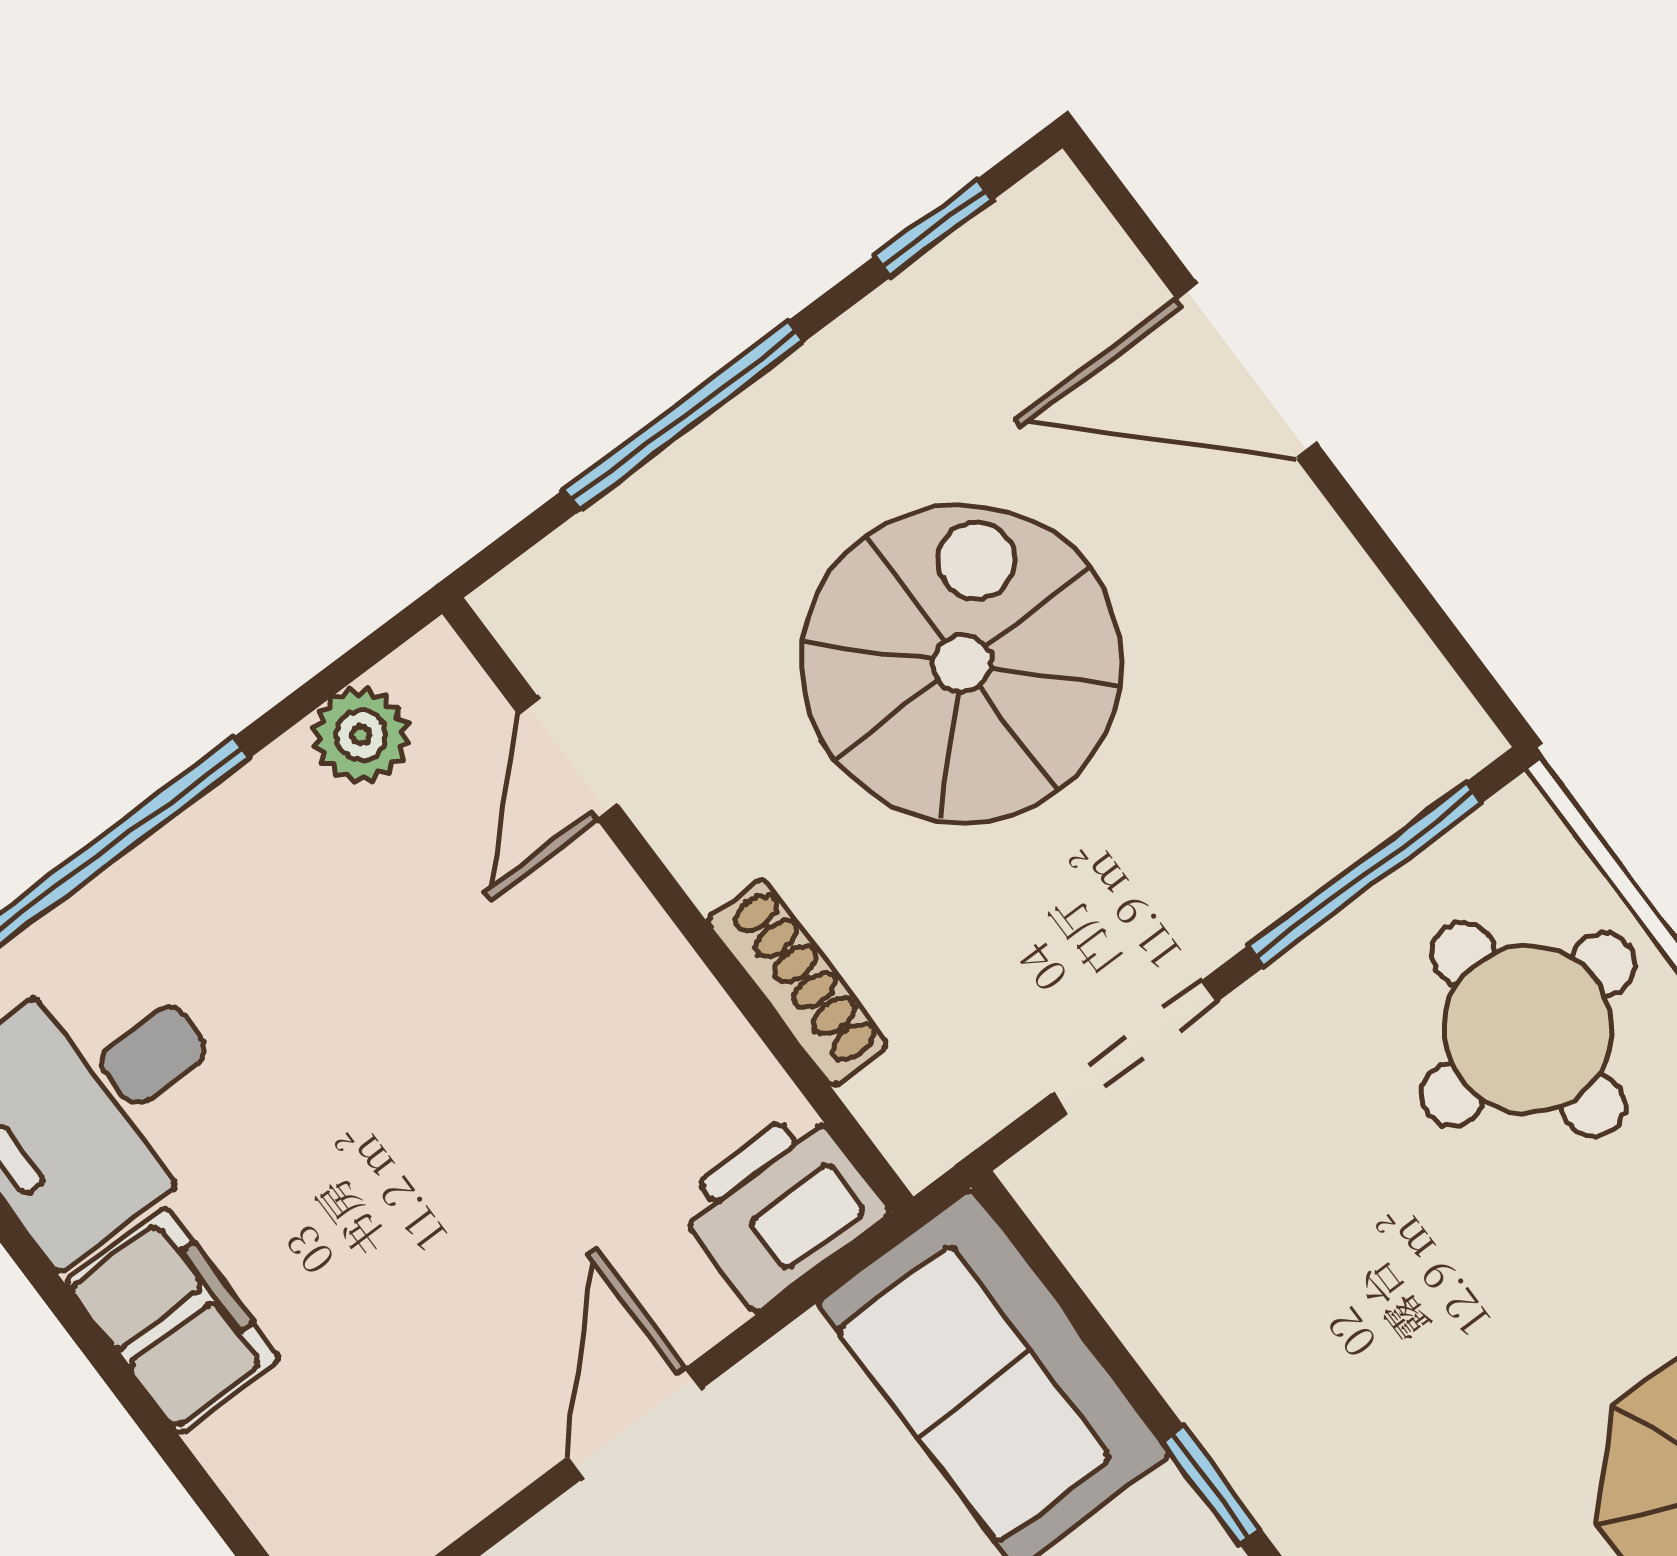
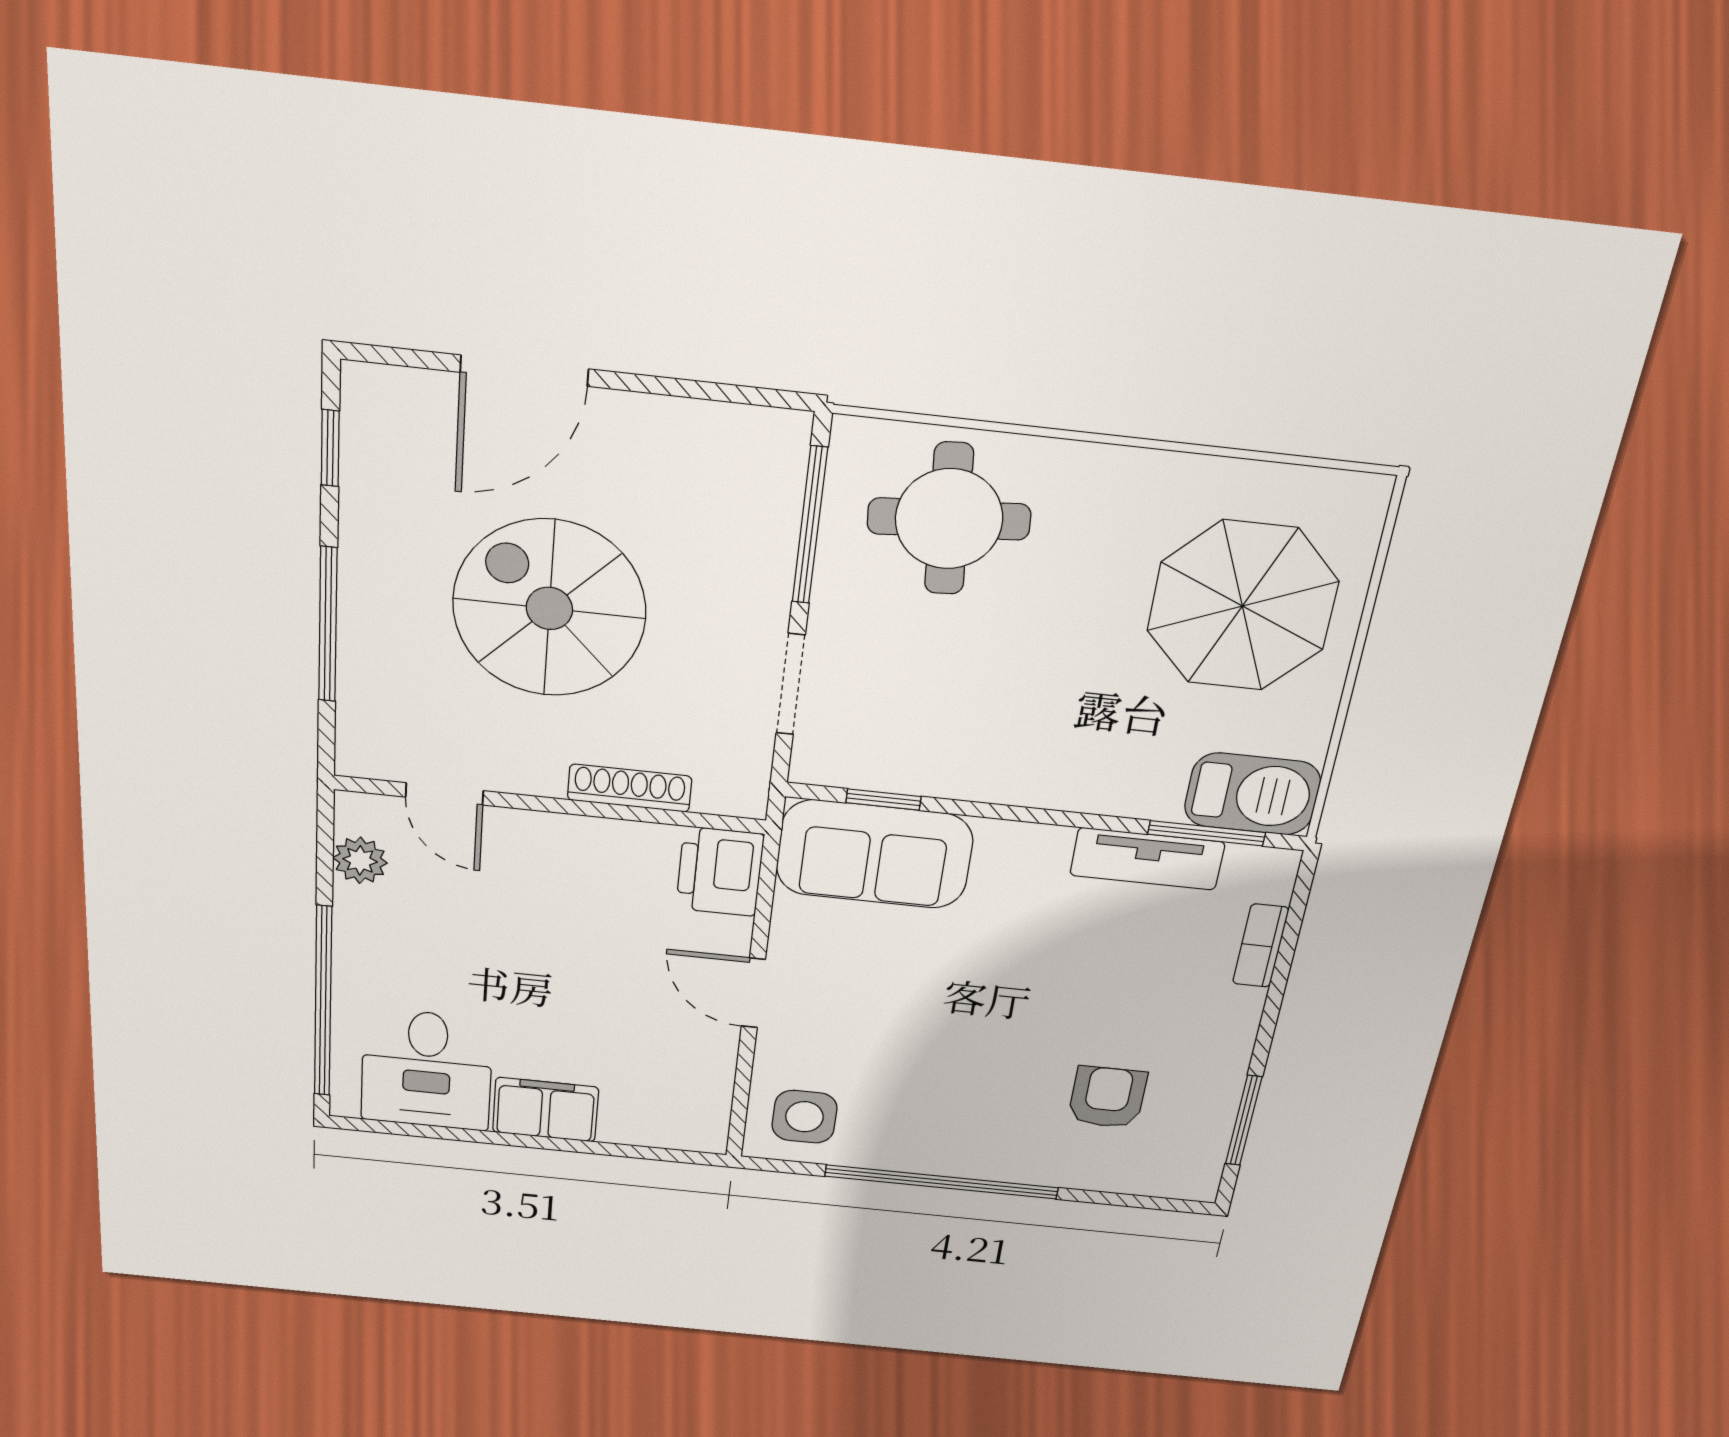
window: (1212, 1485) -> (883, 800), moved

